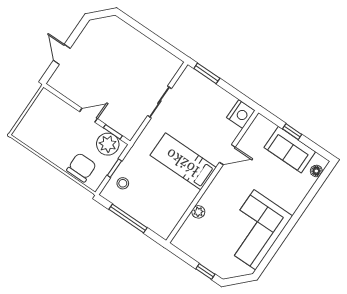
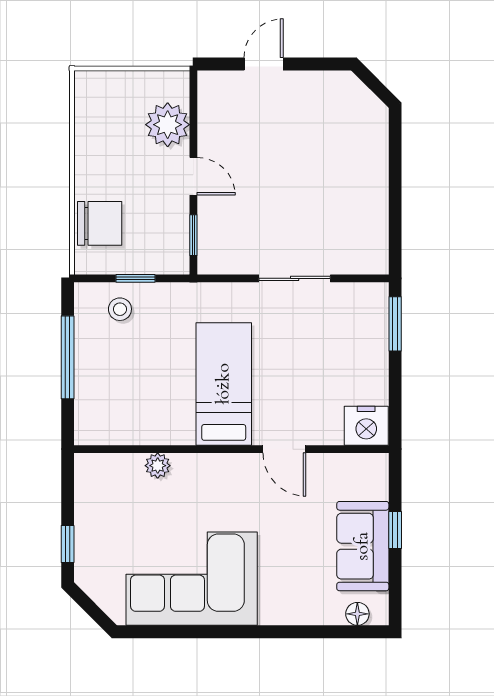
plant: (108, 144) -> (168, 125), moved

